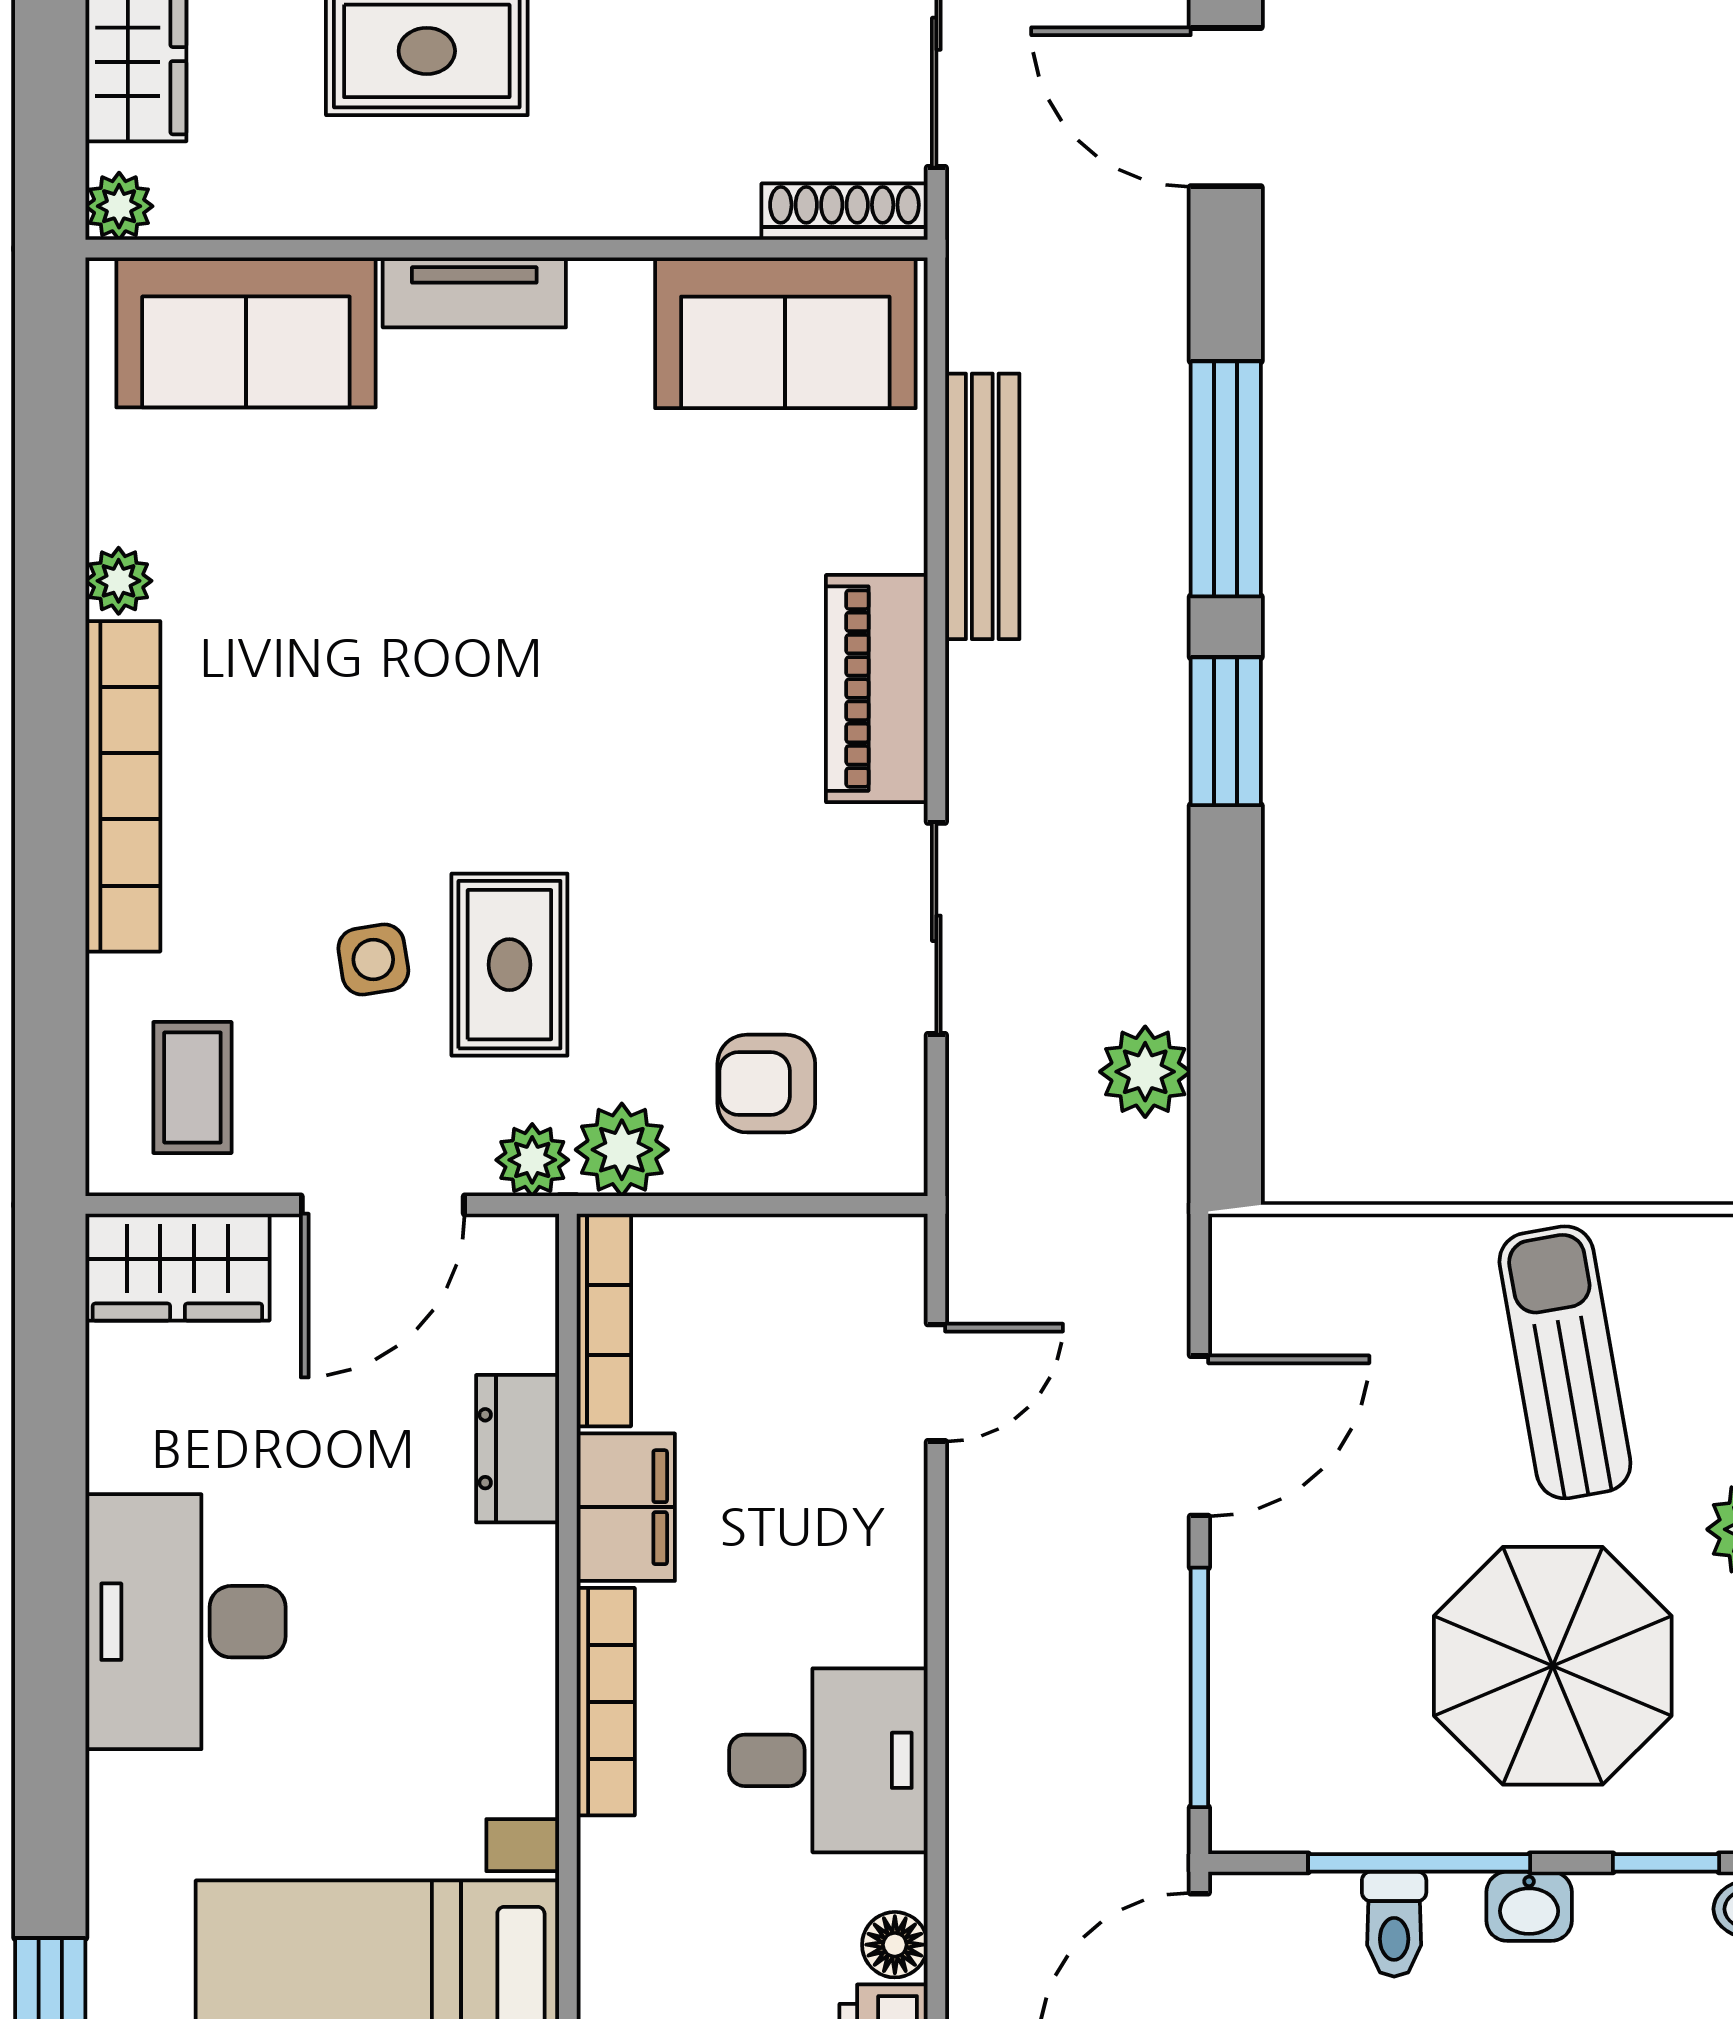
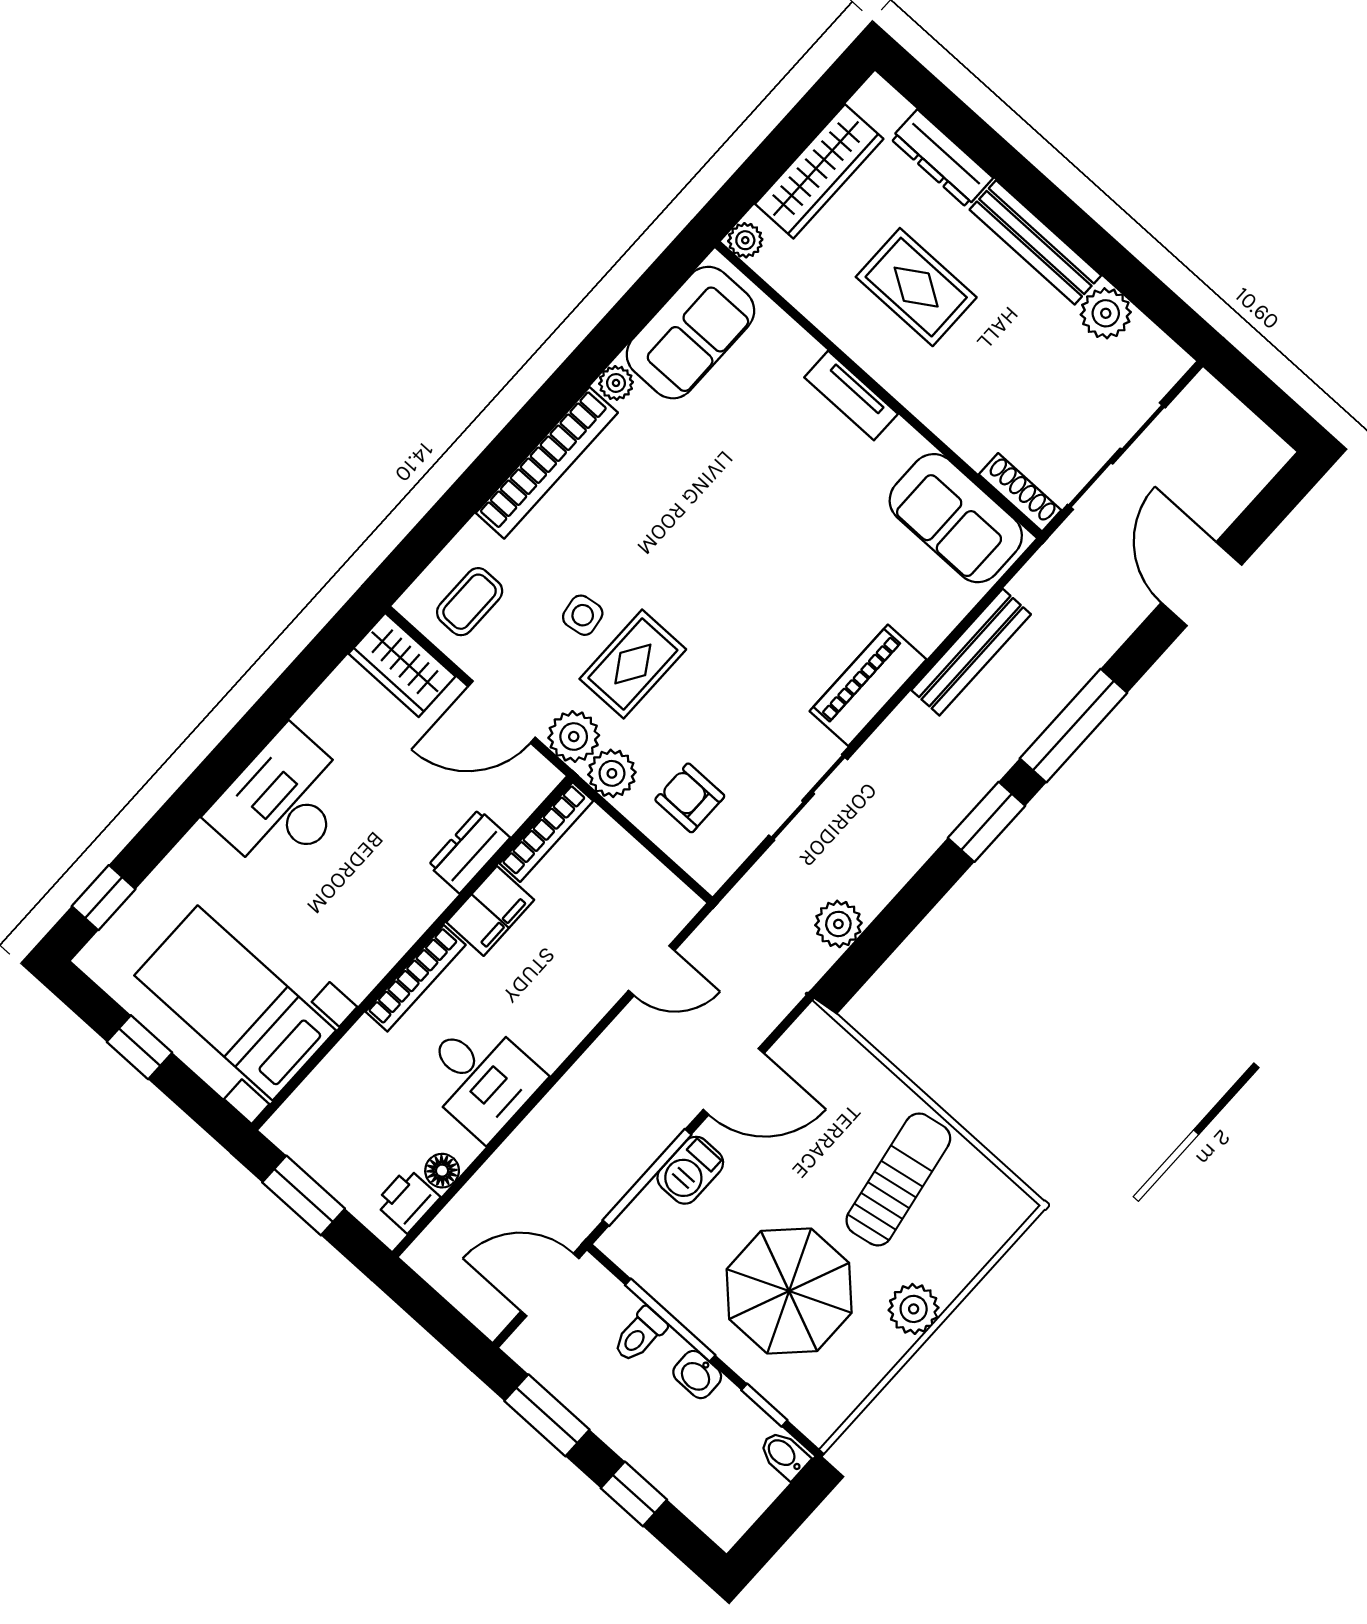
sofa: (246, 332) -> (690, 333), moved, turned -90
plant: (532, 1160) -> (574, 737), width x1.38, depth x1.38
barbecue: (1253, 1620) -> (690, 1170), added

